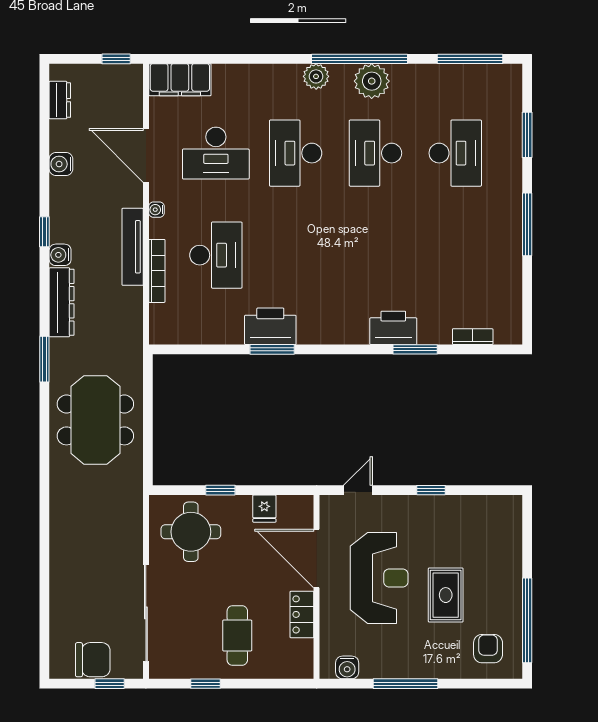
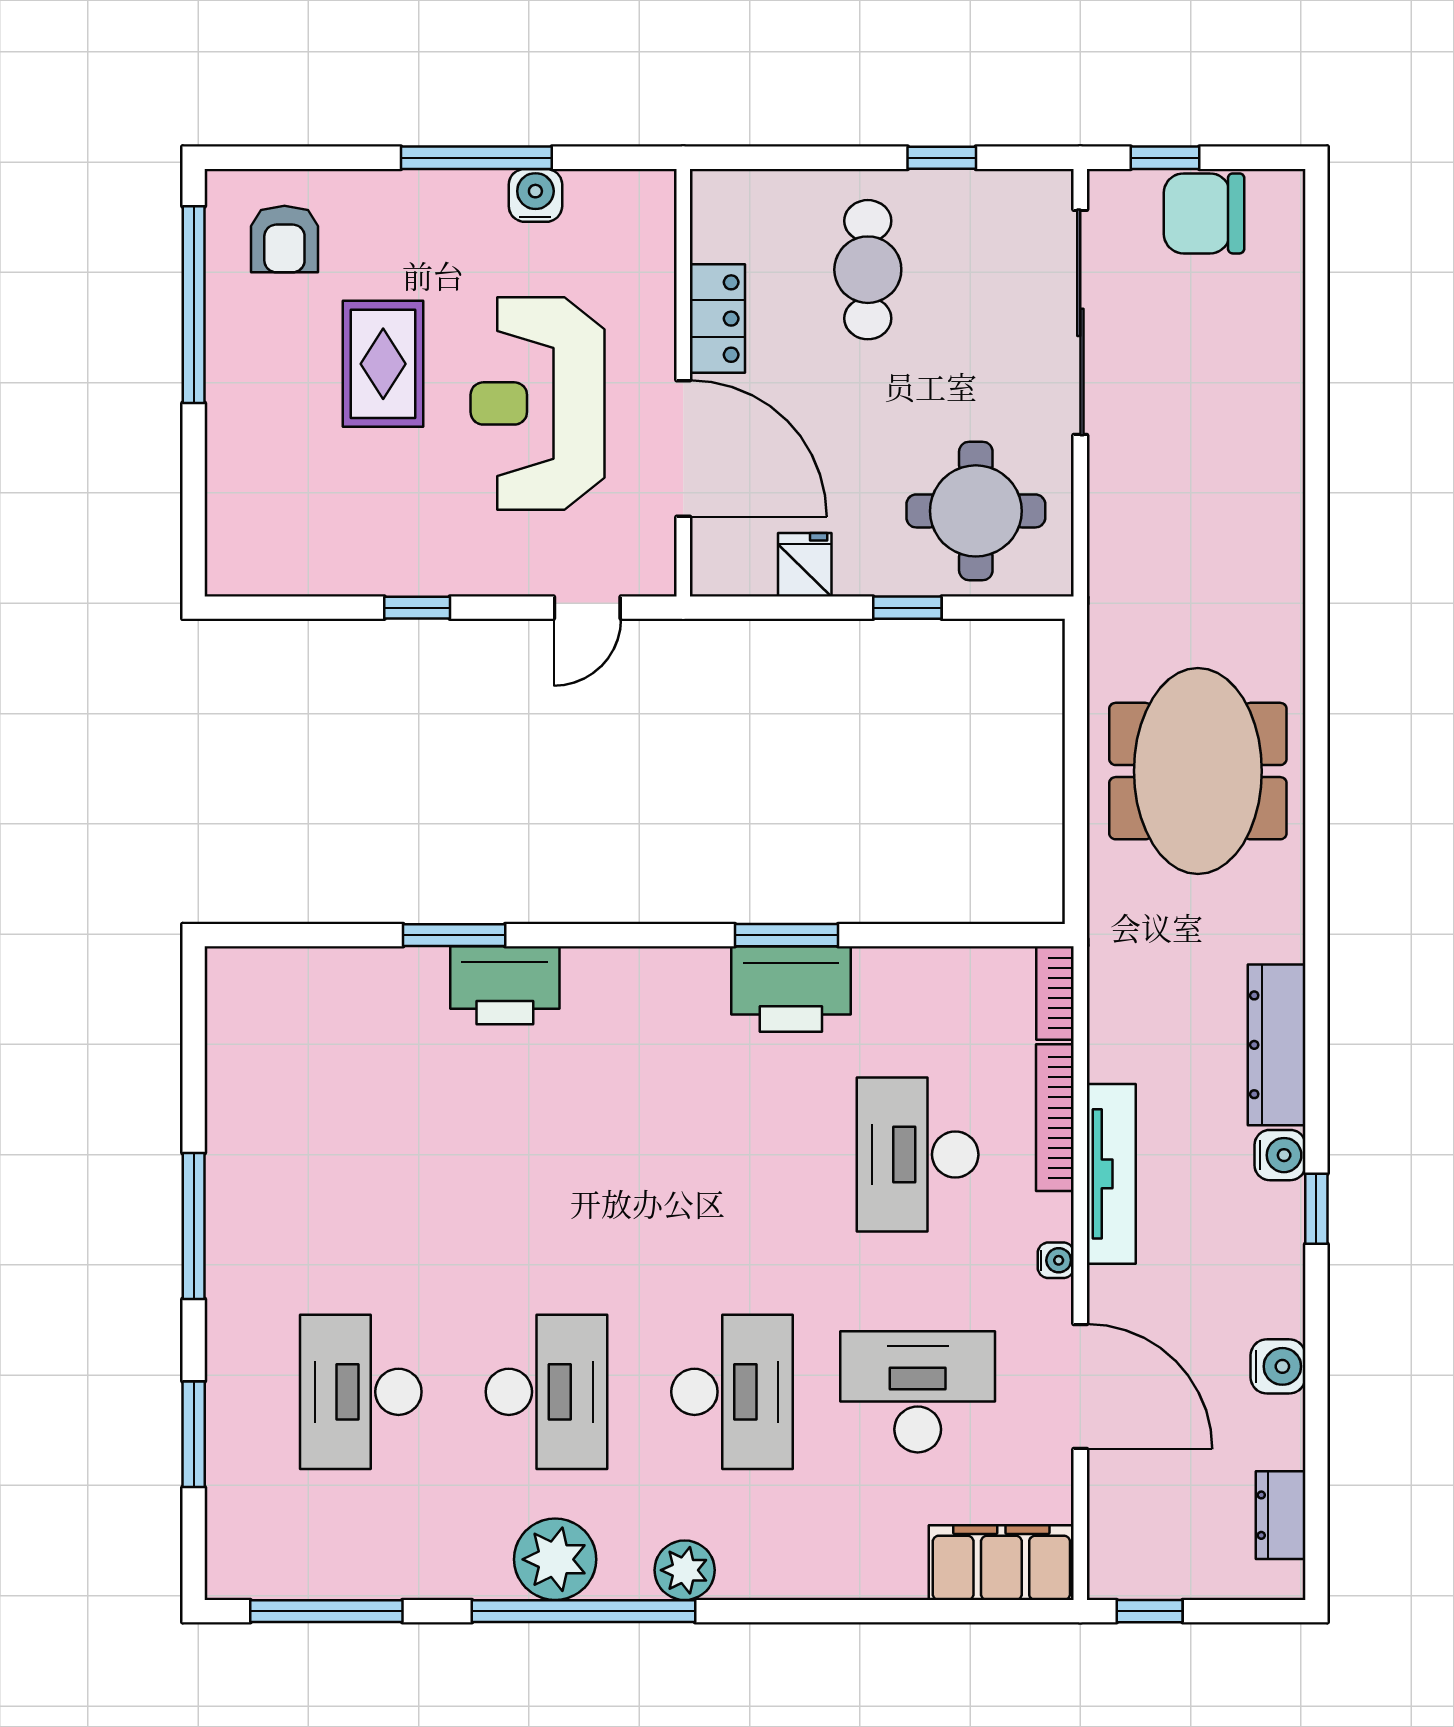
bookcase: (473, 337) -> (1055, 993), moved, turned 90
window: (44, 359) -> (1316, 913), removed
water cooler: (347, 667) -> (535, 195), moved

